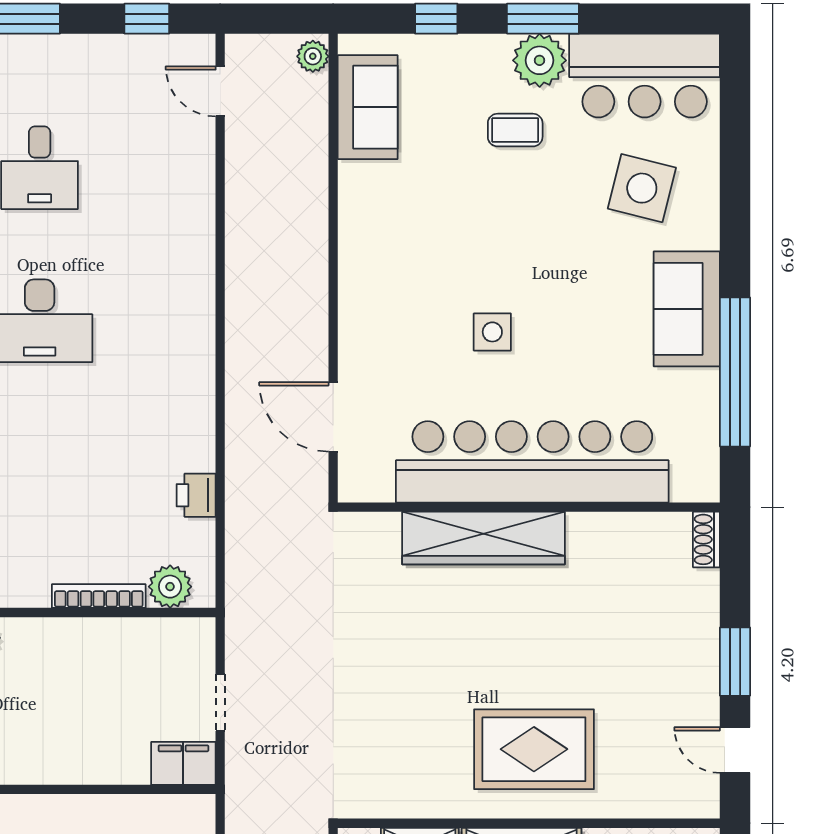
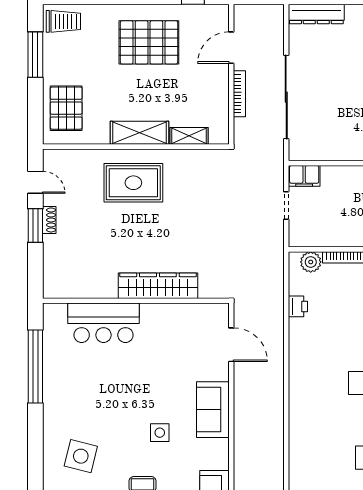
sofa: (687, 309) -> (213, 410), moved, turned 180
side table: (492, 332) -> (160, 433), moved
bar counter: (532, 462) -> (104, 323), width x0.54
shoe rack: (706, 539) -> (49, 220), moved

